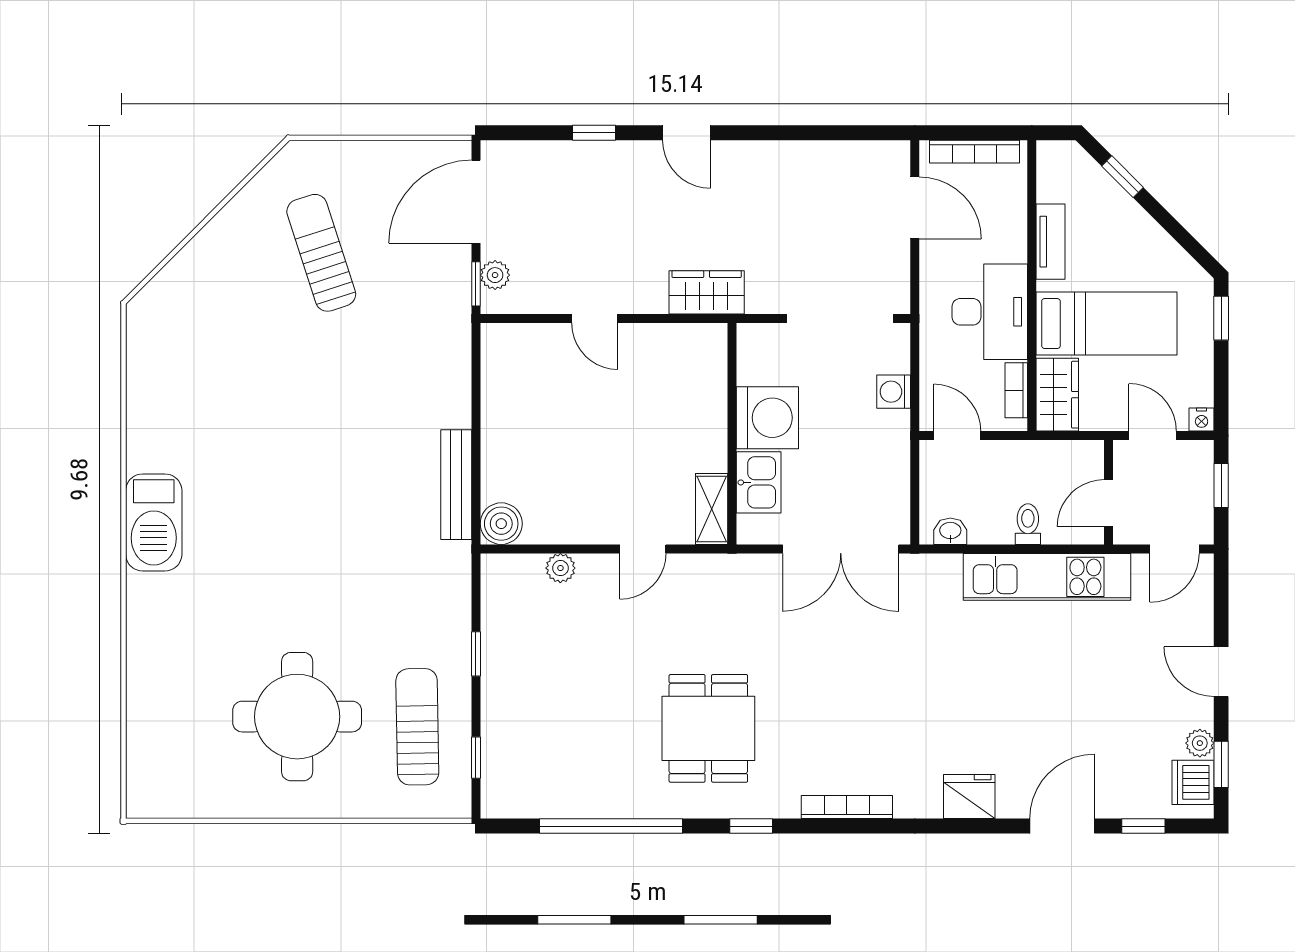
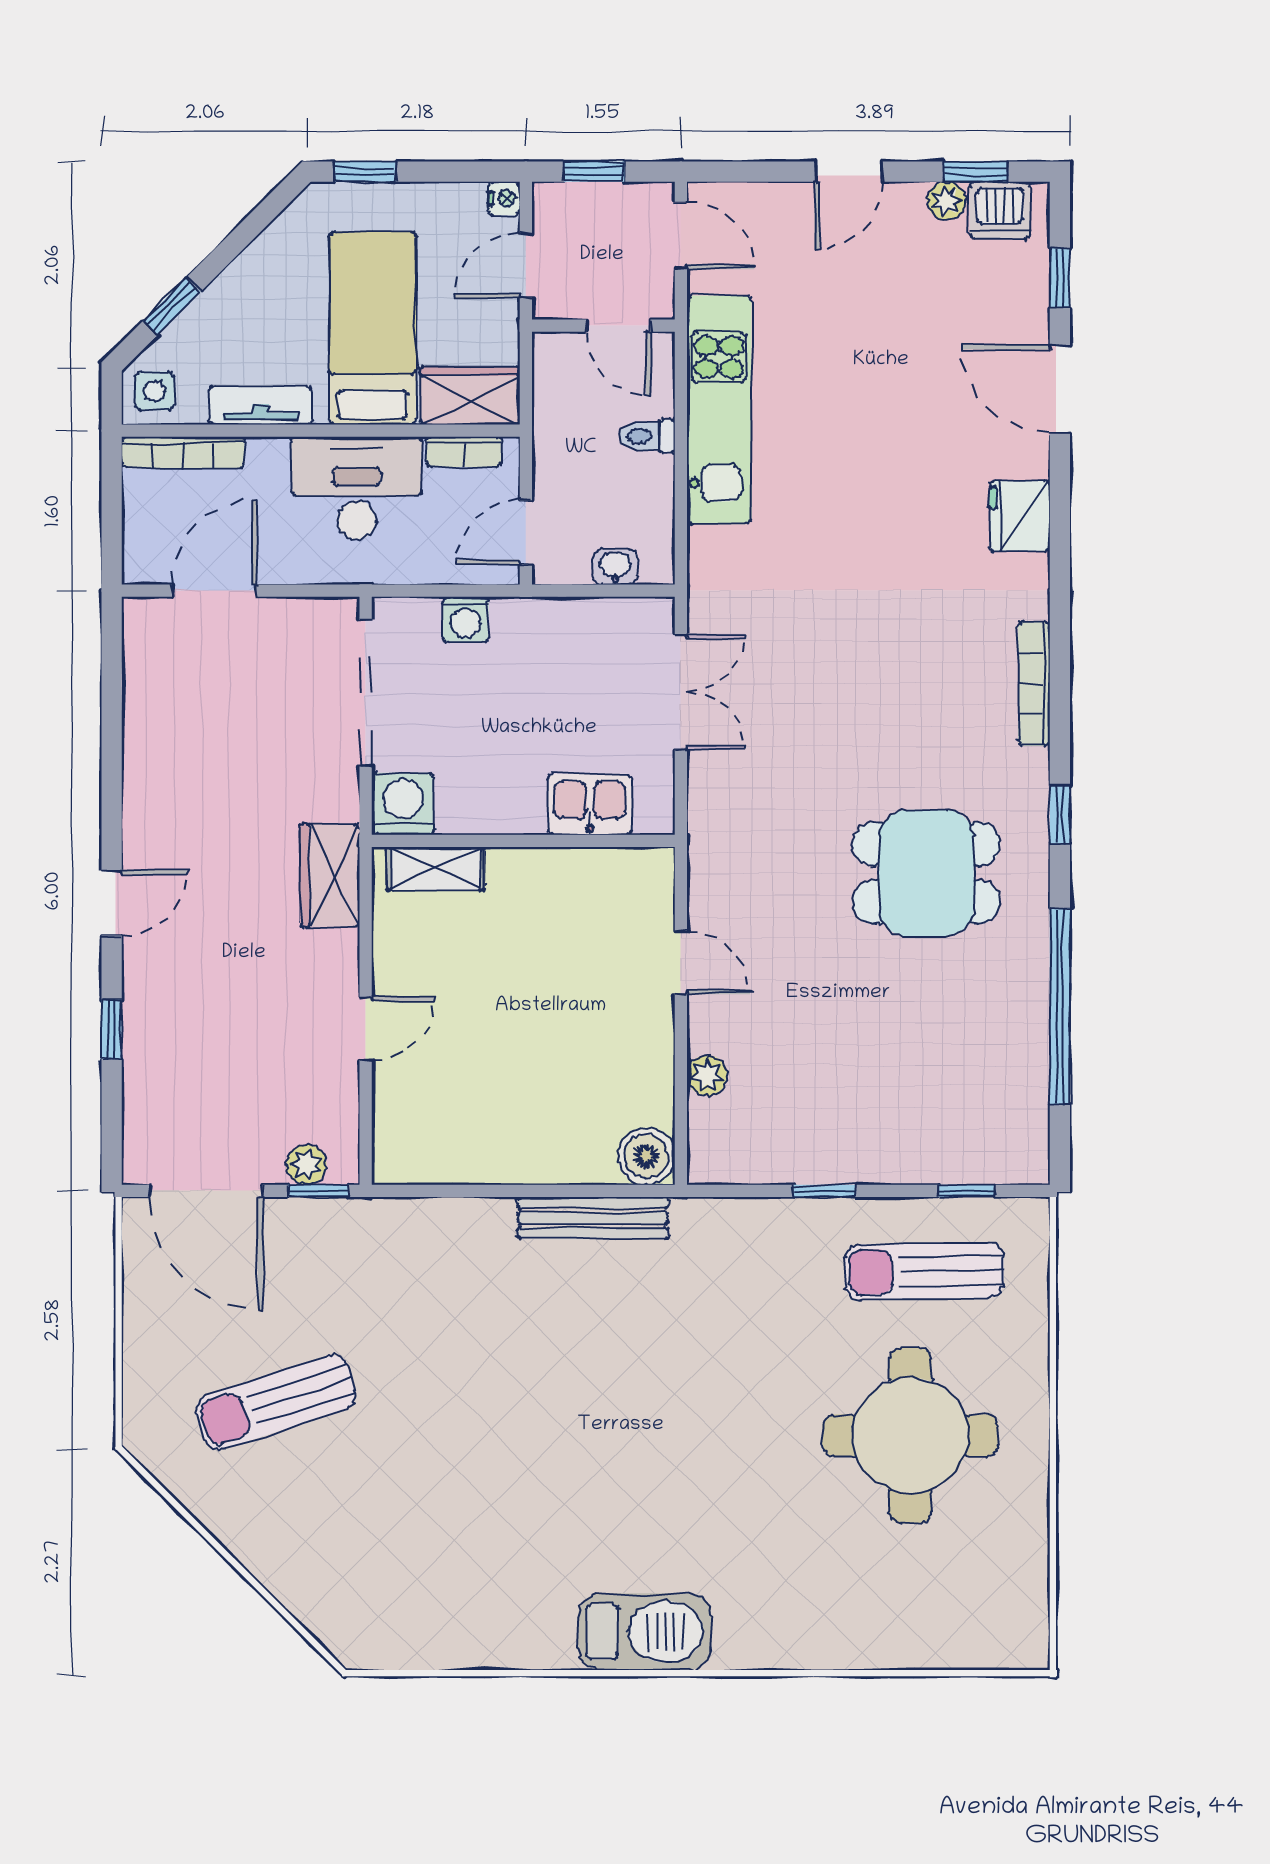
bookcase: (975, 152) -> (183, 452), moved, turned 90
side table: (1061, 164) -> (155, 391), added
washing machine: (767, 418) -> (403, 804), moved, width x0.73, depth x0.73
shelving: (712, 509) -> (436, 869), moved
washbasin: (950, 531) -> (615, 567), moved, turned 90
double door: (841, 549) -> (681, 692), width x0.73

